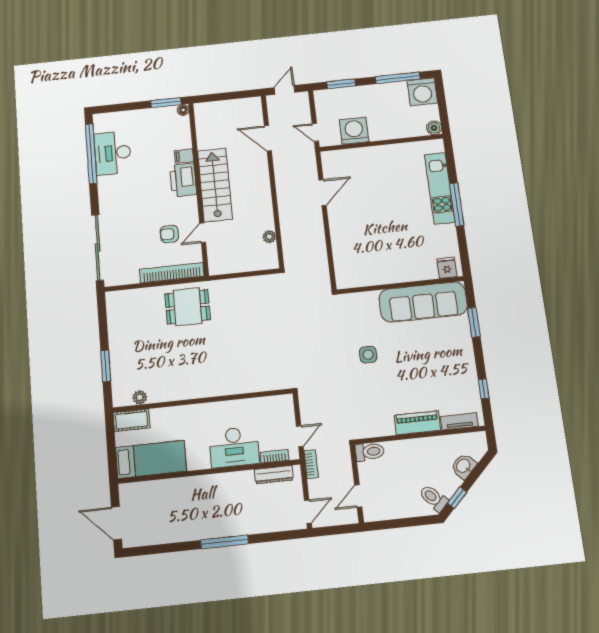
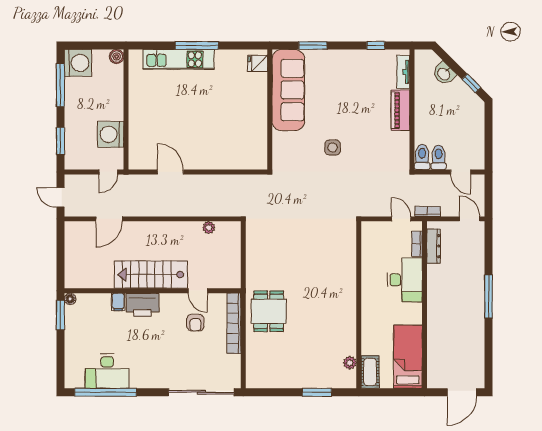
toilet: (434, 498) -> (439, 157), moved, turned 135

